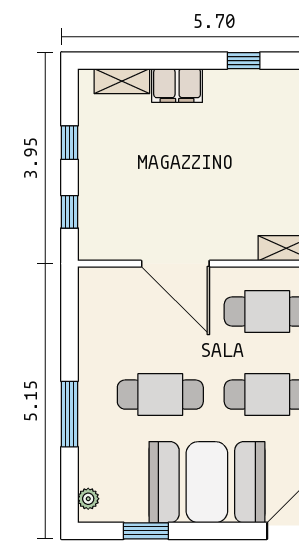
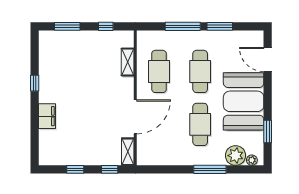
shelving: (122, 81) -> (128, 152), moved
plant: (98, 466) -> (236, 156), added

